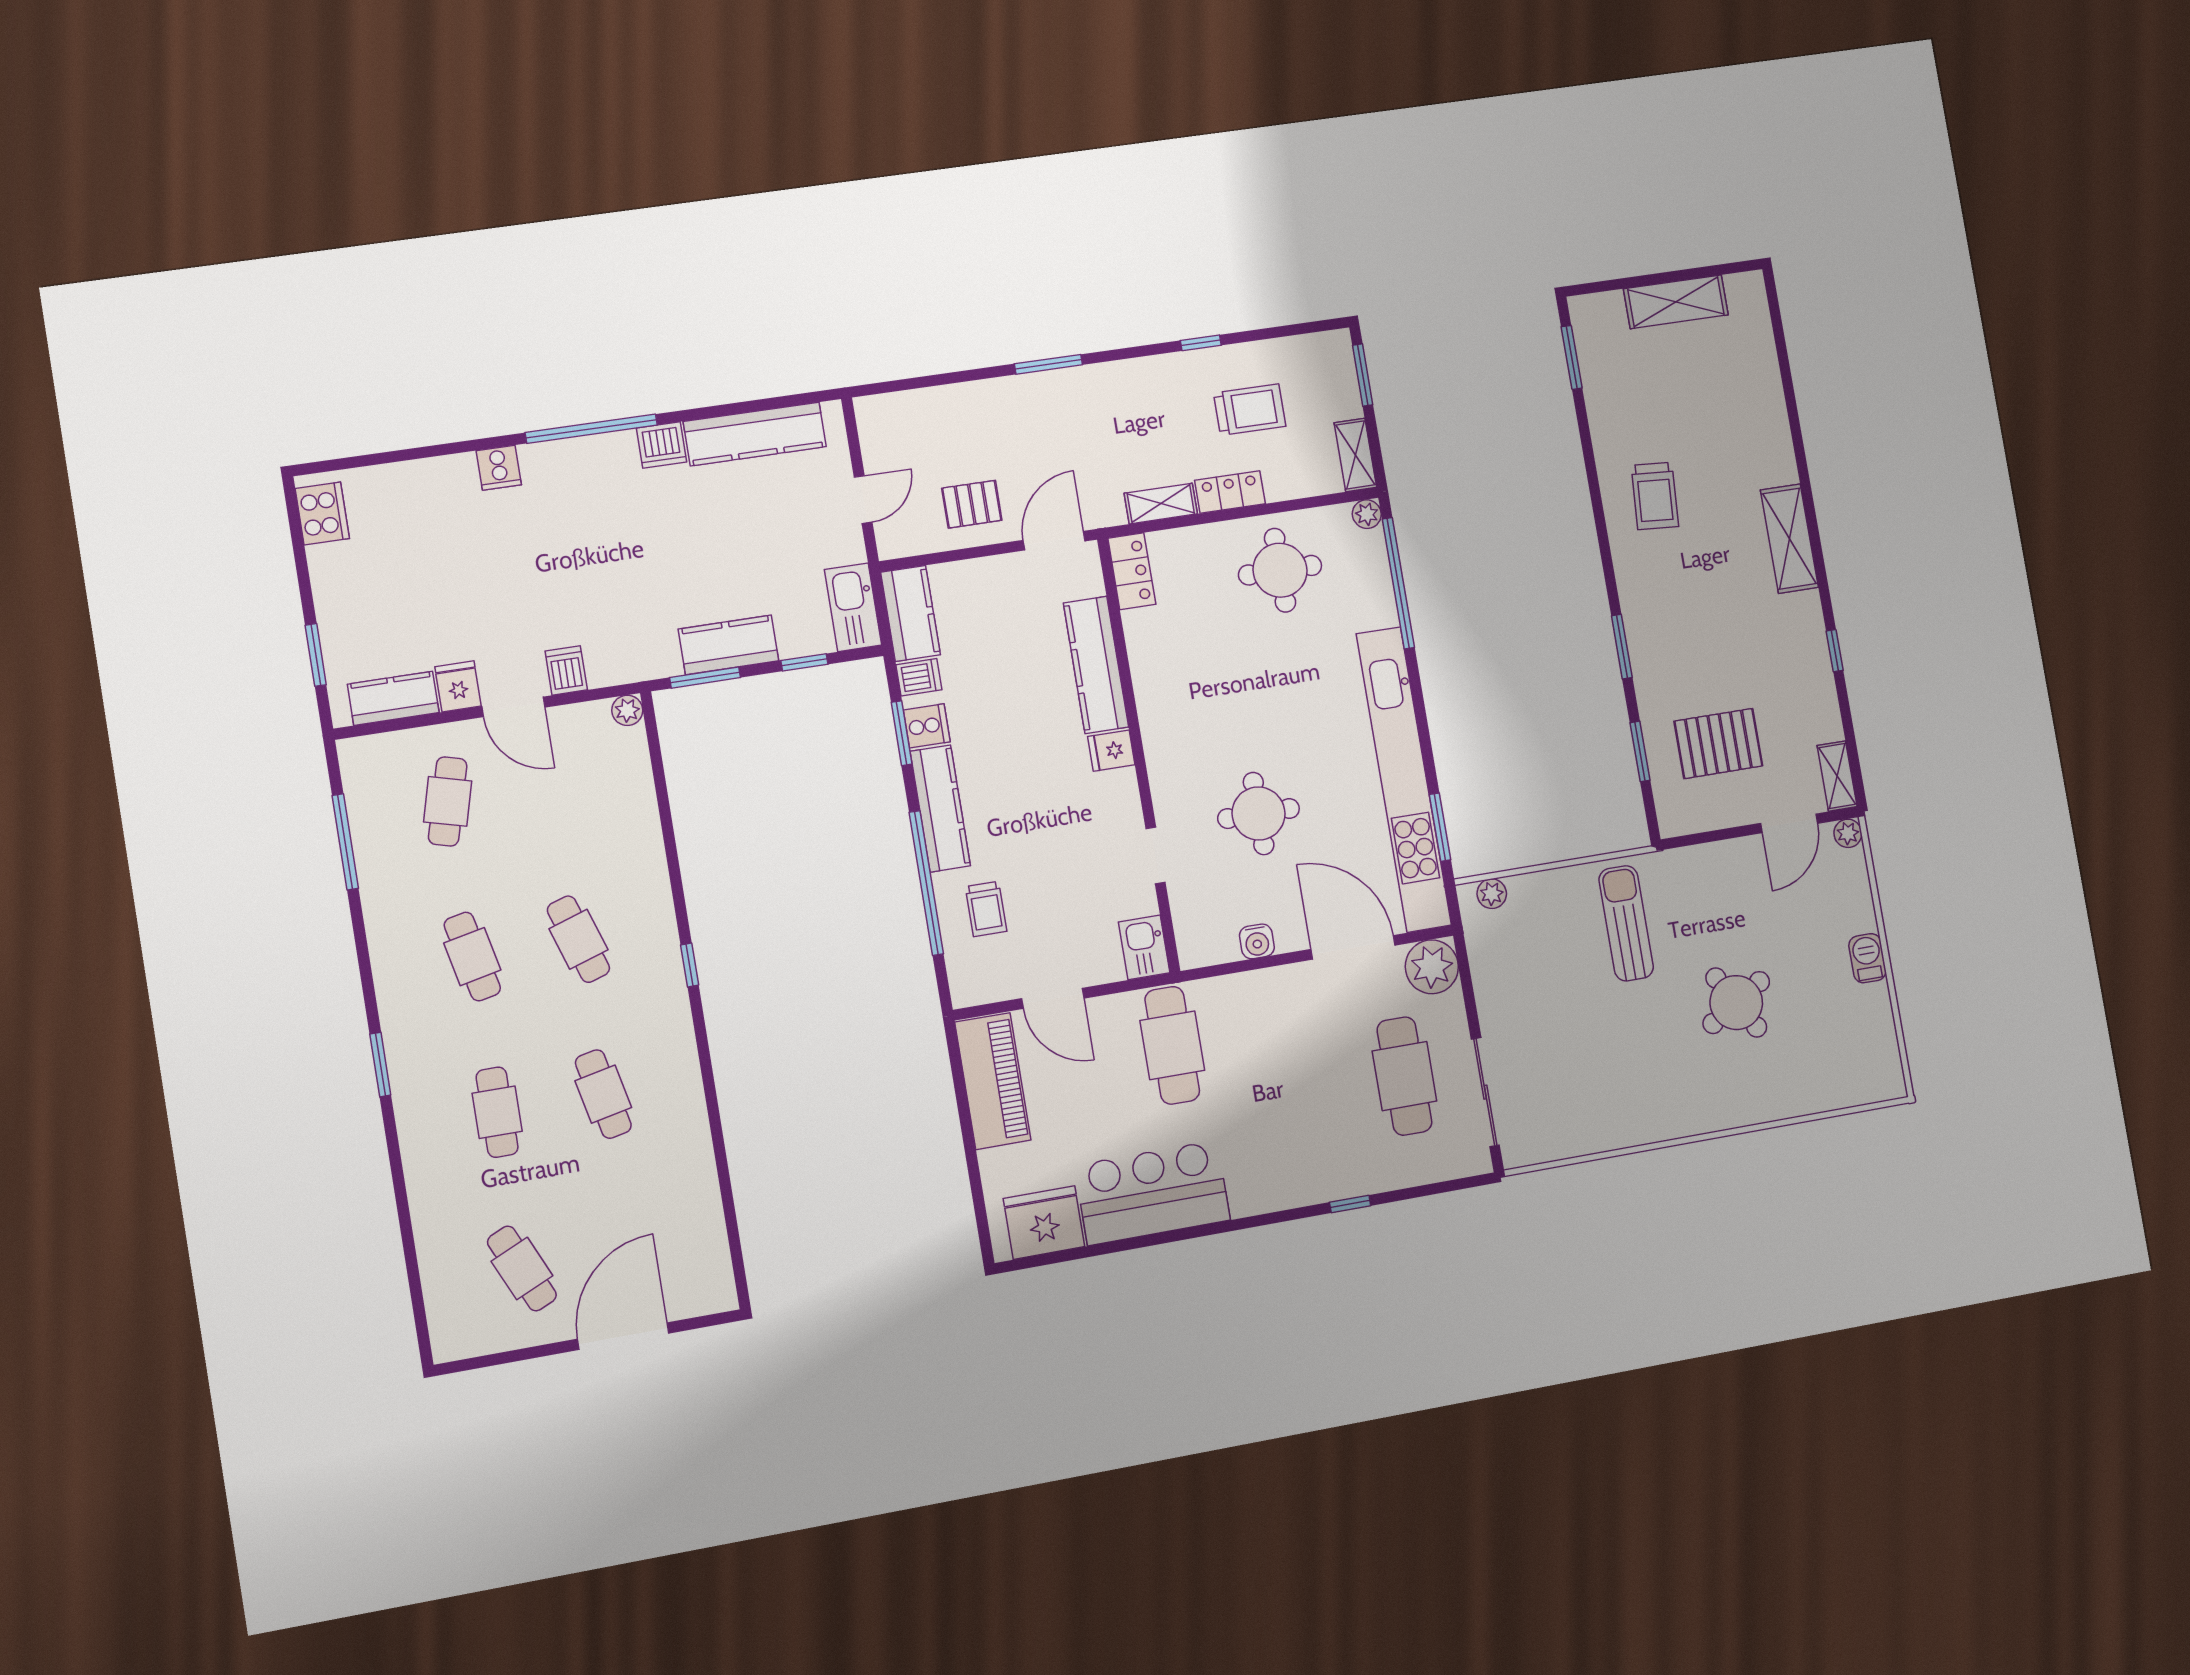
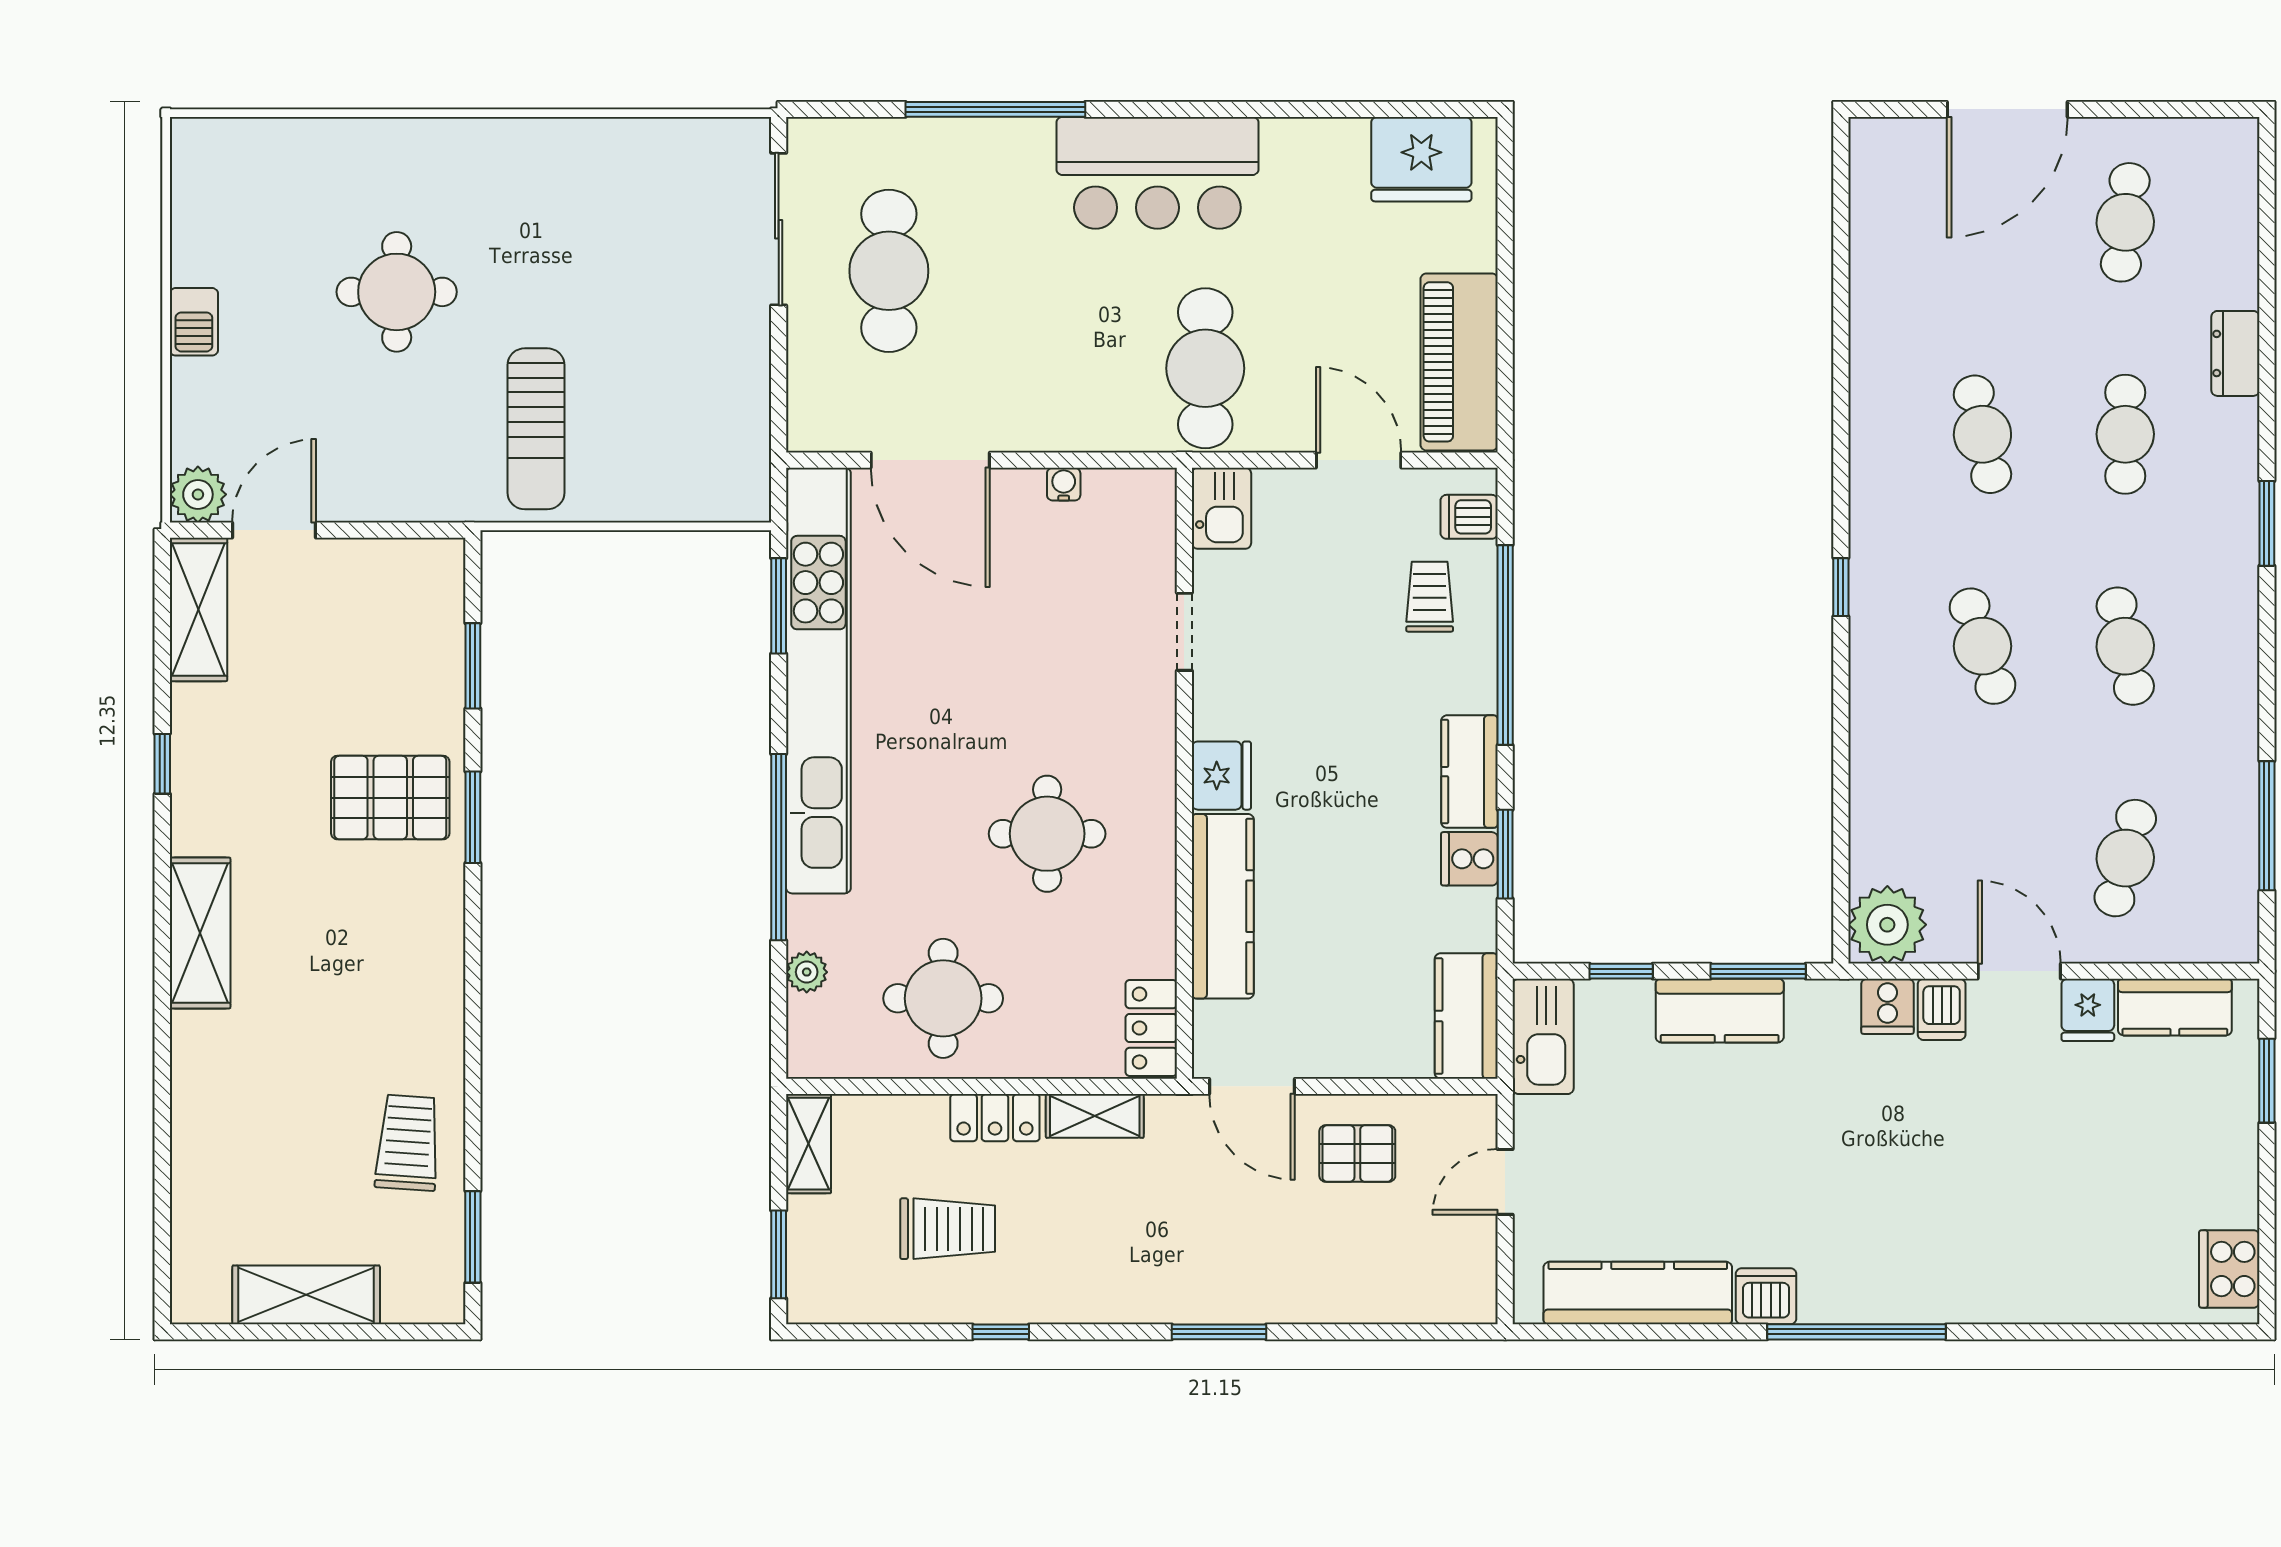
trolley: (1250, 410) -> (948, 1229), turned 180
cooker: (499, 468) -> (1887, 1006), moved, turned 180
trolley: (1655, 496) -> (408, 1143), moved
plant: (1367, 514) -> (807, 972), moved
door: (1054, 541) -> (1252, 1086), hinge flipped
window: (1398, 583) -> (779, 847), moved
dishwasher: (919, 677) -> (1469, 517), moved
plant: (627, 710) -> (1887, 925), width x1.88, depth x1.88
pallet: (1718, 744) -> (390, 798), moved
fridge: (1111, 751) -> (1221, 776), width x1.38
shelving: (1837, 776) -> (199, 610), width x1.50, depth x1.33
kitchen counter: (940, 808) -> (1469, 772), width x0.67
round table: (1259, 814) -> (1047, 834), moved
plant: (1848, 833) -> (198, 494), width x1.38, depth x1.38
plant: (1492, 894) -> (721, 502), removed
water cooler: (1257, 941) -> (1064, 484), width x0.72, depth x0.72
plant: (1432, 967) -> (824, 415), removed
round table: (1736, 1003) -> (397, 292), turned 31
dresser: (424, 1186) -> (2235, 353), added
bar counter: (1153, 1193) -> (1157, 173), moved
window: (1350, 1204) -> (995, 109), width x3.17
cafe table: (522, 1268) -> (2125, 222), turned 30

